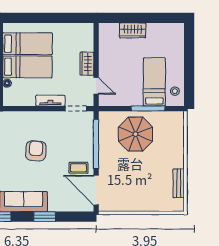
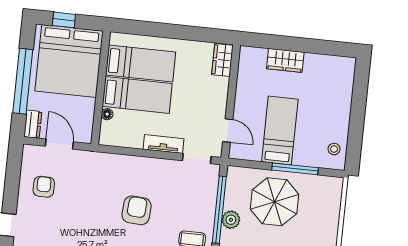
wardrobe: (87, 64) -> (222, 60), moved
bed: (154, 82) -> (280, 130), moved
plant: (105, 151) -> (231, 220), added

